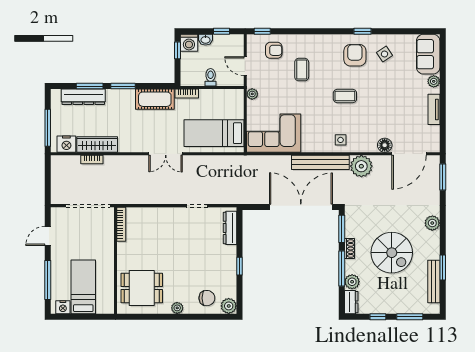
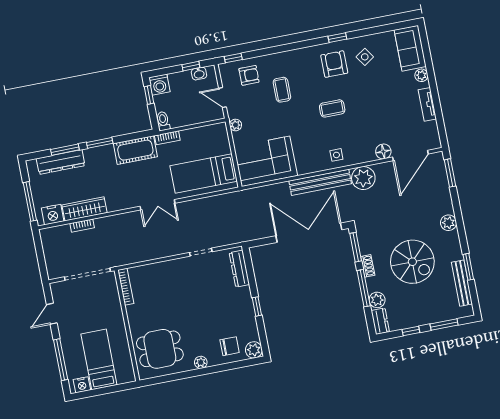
washbasin: (206, 40) -> (199, 74), moved
toilet: (211, 77) -> (163, 121), moved

